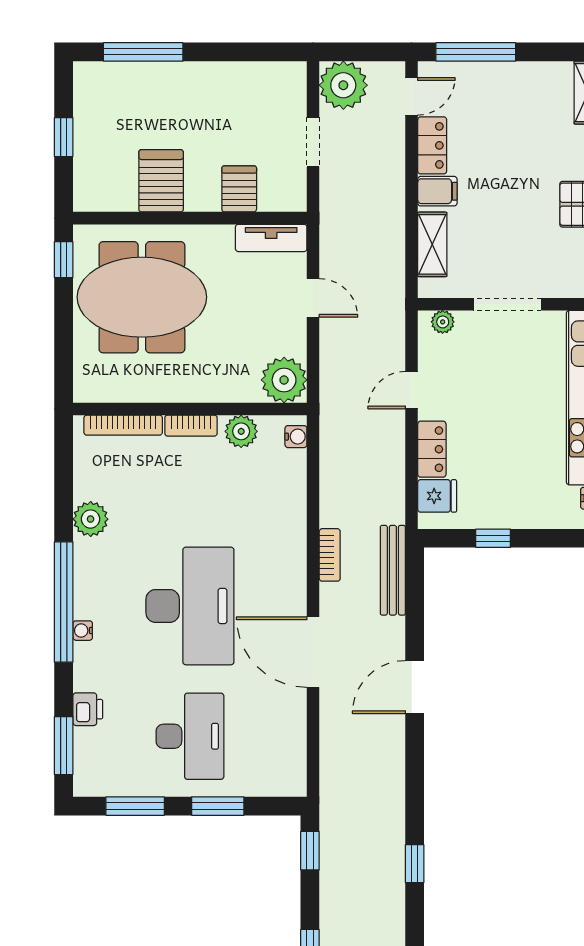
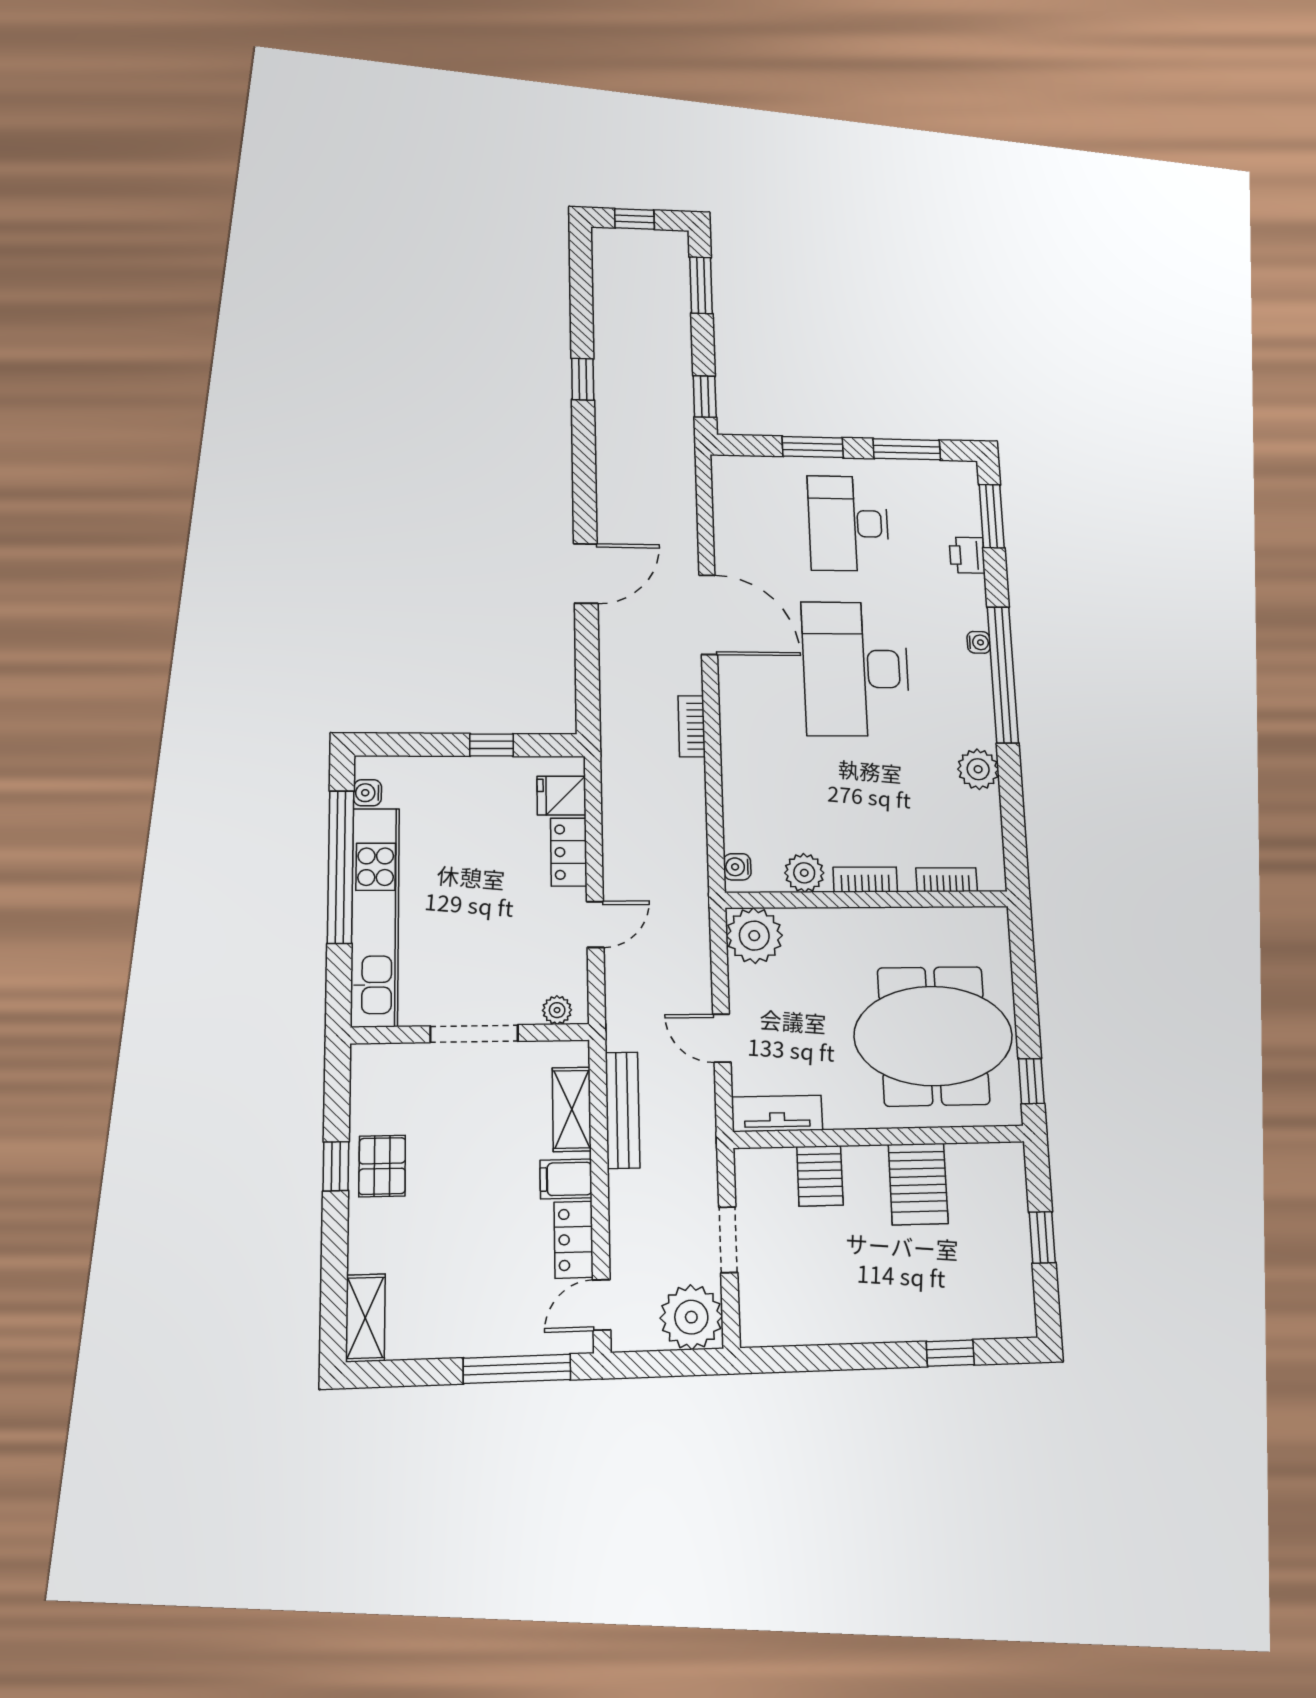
window: (143, 52) -> (950, 1353), width x0.46
bookcase: (123, 425) -> (947, 880), width x0.64
bench: (393, 570) -> (622, 1110), moved

